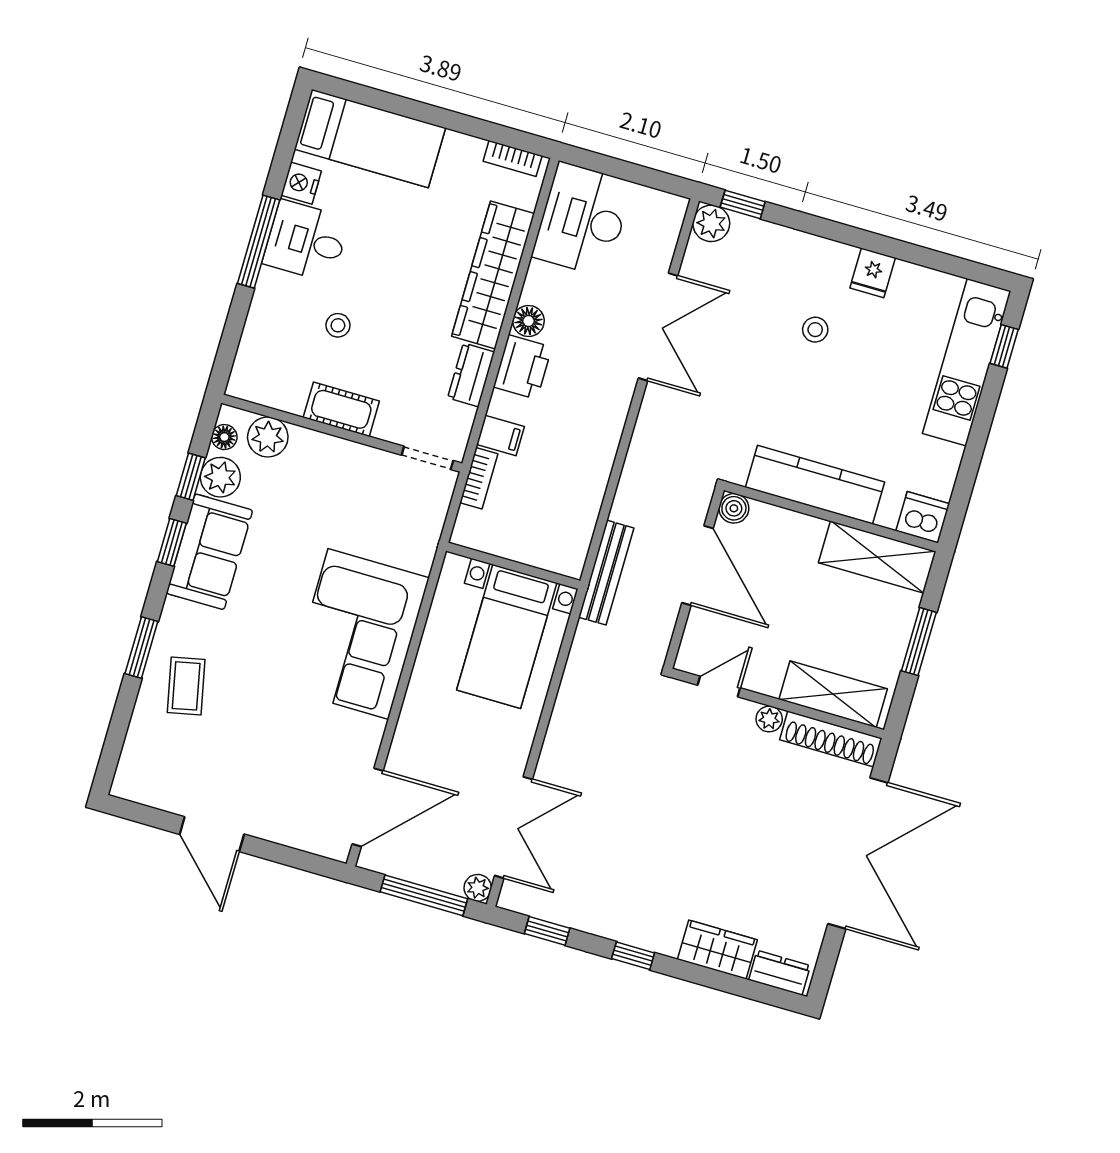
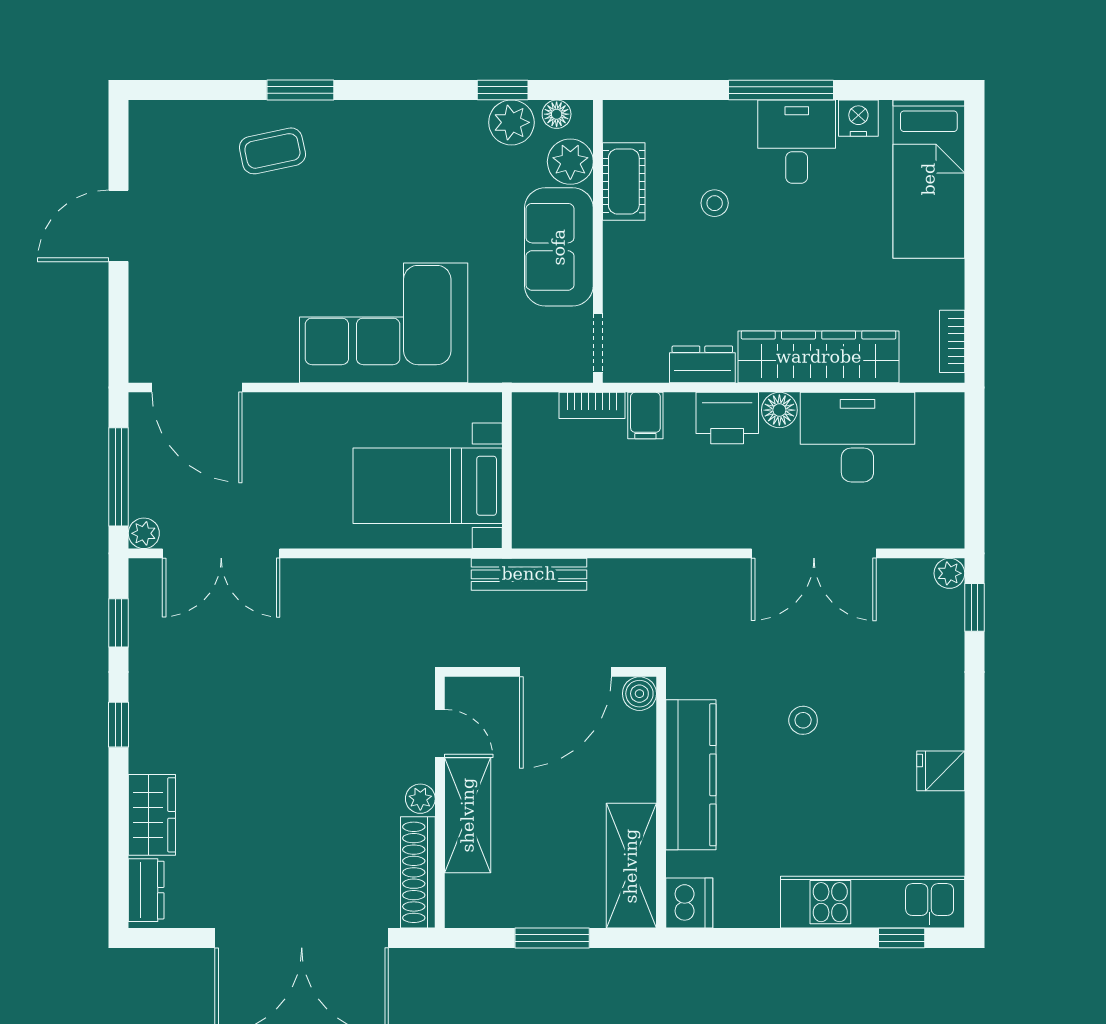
desk: (583, 219) -> (857, 437), moved
plant: (711, 223) -> (949, 573), width x0.73, depth x0.73
stool: (815, 330) -> (803, 720), moved
cot: (341, 409) -> (624, 182), moved
window: (172, 542) -> (425, 90), removed
sofa: (209, 552) -> (559, 247), moved, turned 90
shelving: (833, 694) -> (468, 815), moved

